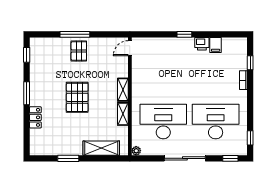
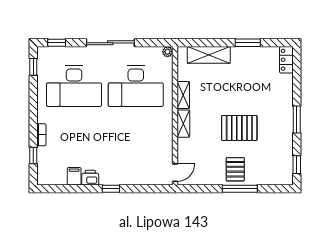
pallet: (77, 97) -> (239, 128), moved, turned 90
locker: (35, 117) -> (286, 60), moved

